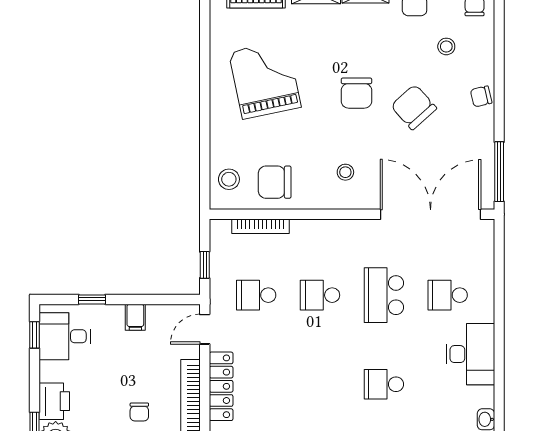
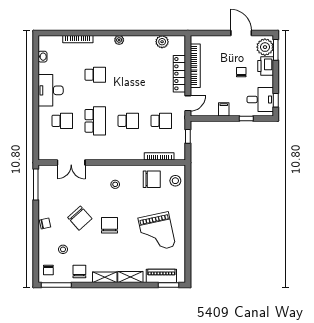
double door: (431, 214) -> (71, 163), width x0.54
chair: (139, 412) -> (241, 72), moved

